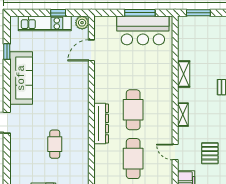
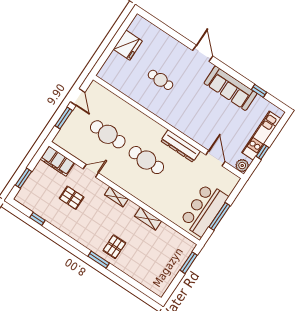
dresser: (101, 124) -> (180, 146), moved

